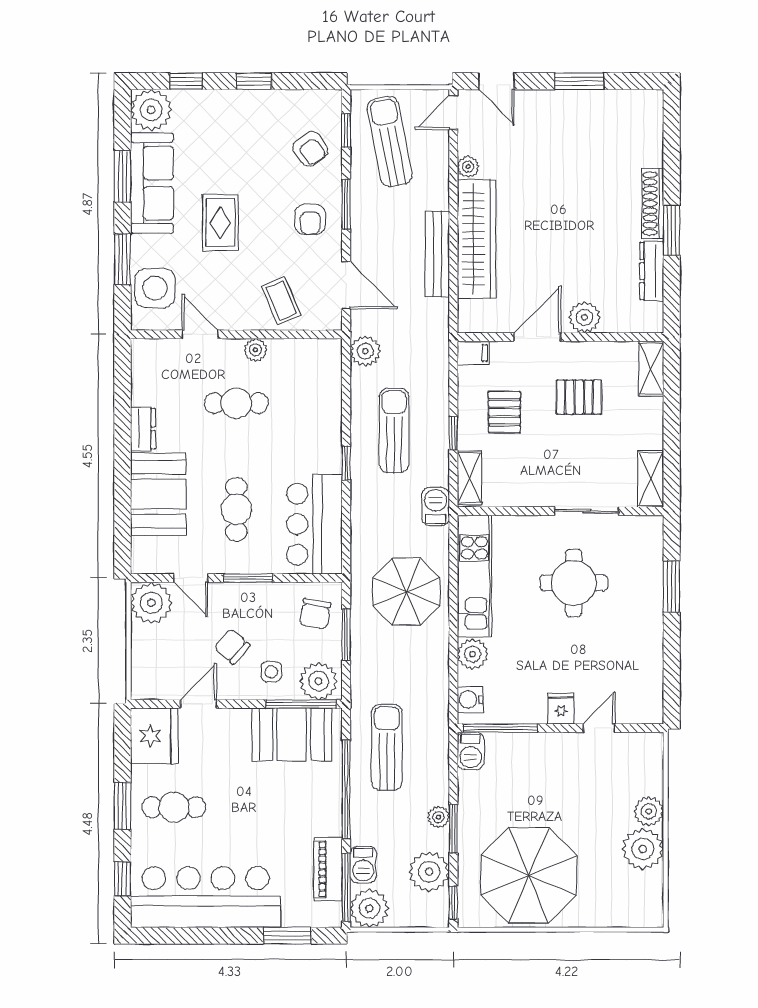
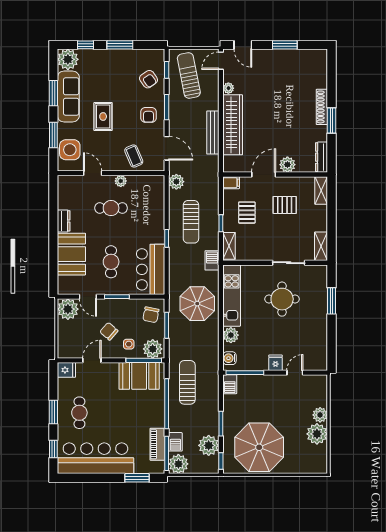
window: (254, 81) -> (120, 45), width x1.50
dresser: (652, 271) -> (322, 157), moved
sun lounger: (394, 430) -> (191, 222), turned 180
fridge: (154, 736) -> (66, 370), width x0.53, depth x0.75
cafe table: (174, 807) -> (79, 413), turned 90
plant: (438, 817) -> (213, 418), removed

